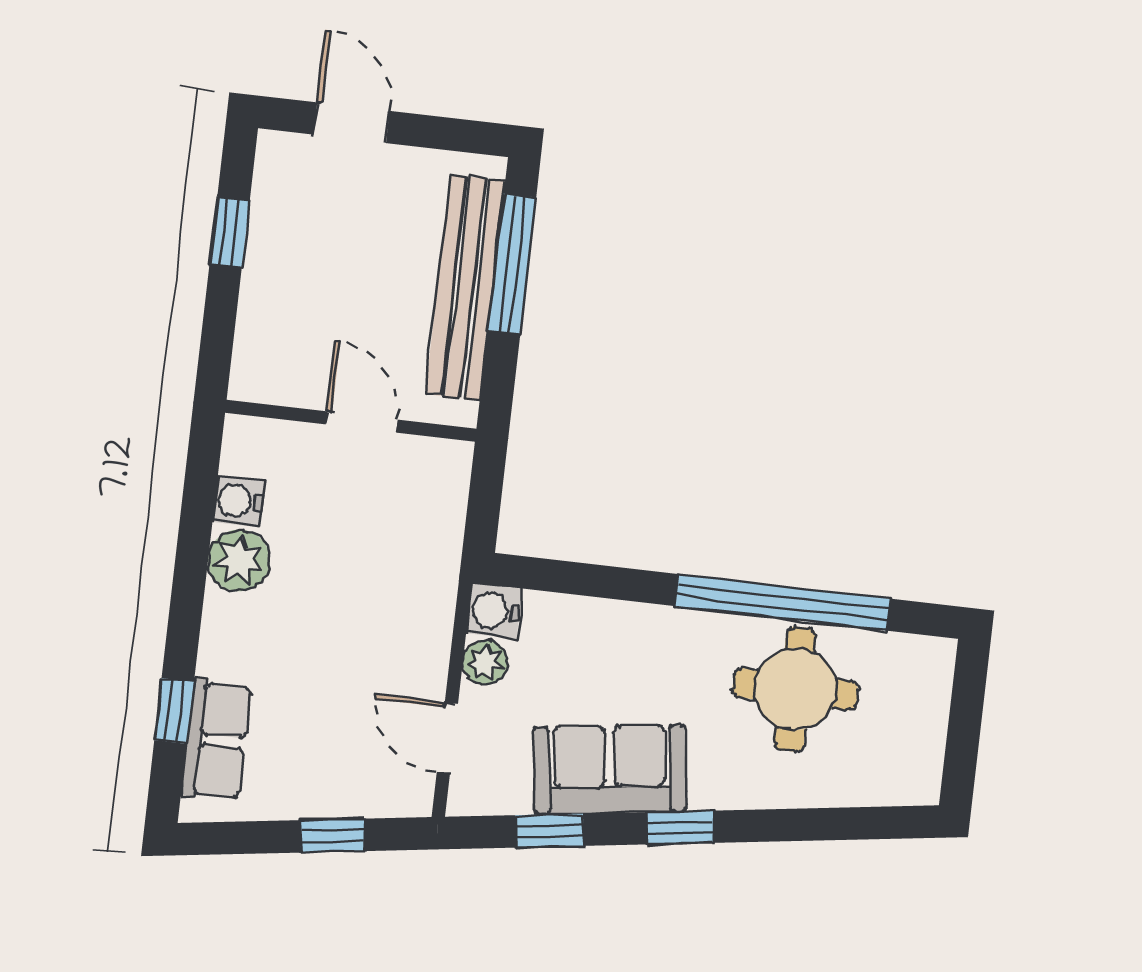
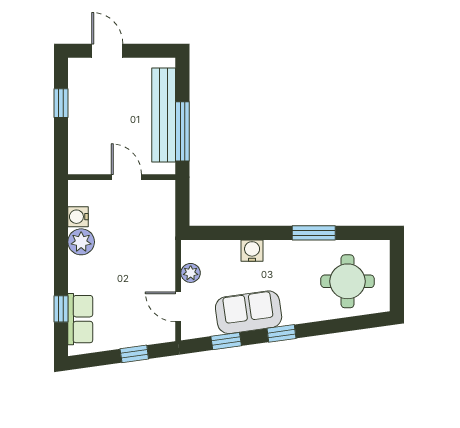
window: (512, 264) -> (182, 131), moved
window: (783, 602) -> (314, 233), width x0.47
water cooler: (494, 611) -> (252, 251), moved, turned 90
round table: (795, 689) -> (348, 281), moved

